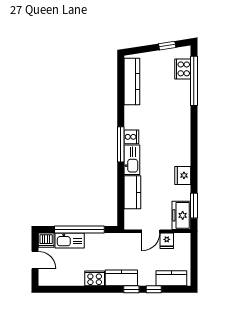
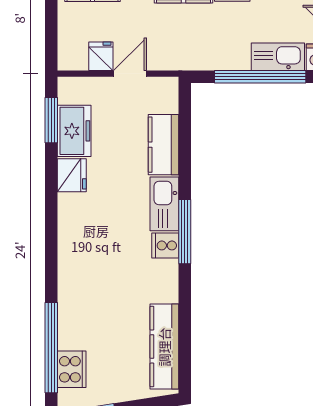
freezer: (181, 215) -> (74, 131), moved

